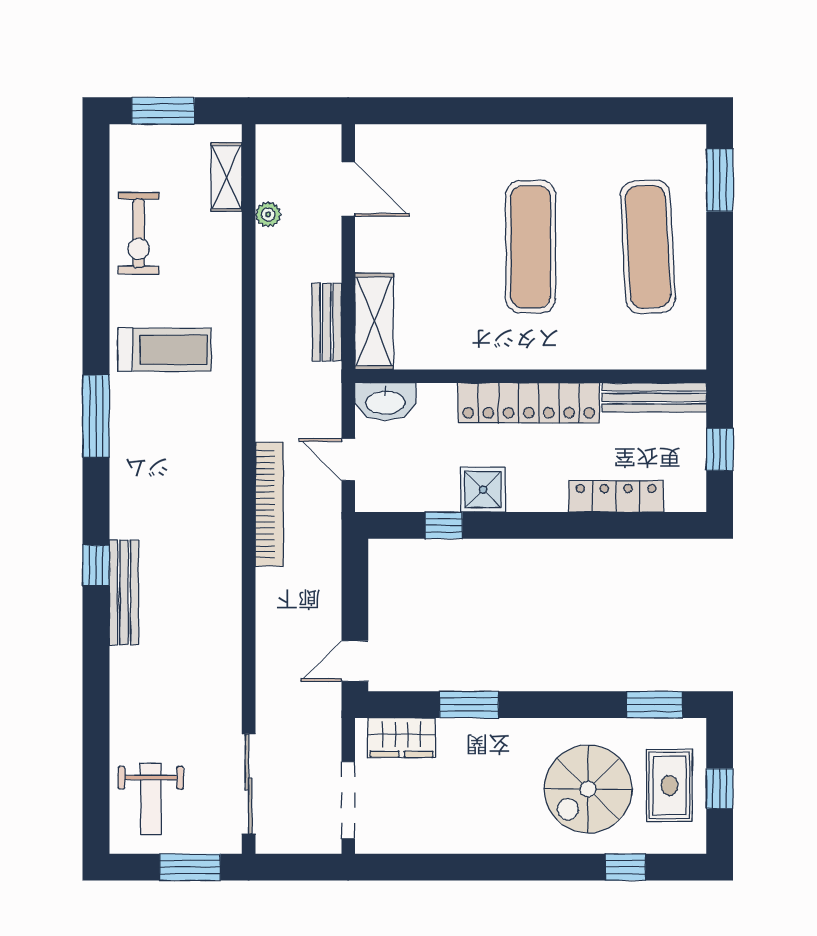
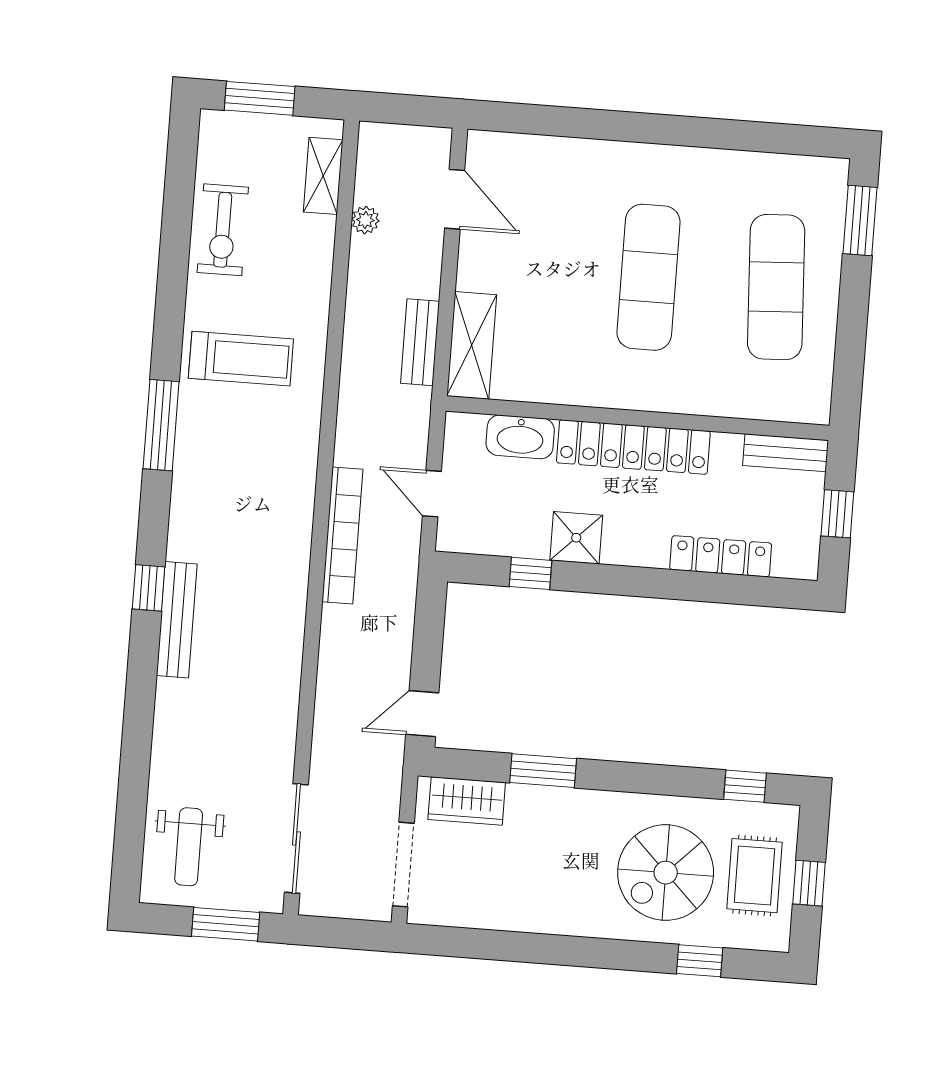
bench: (654, 397) -> (786, 453), width x0.73
washbasin: (385, 401) -> (520, 437), moved
window: (655, 705) -> (745, 786), width x0.67

